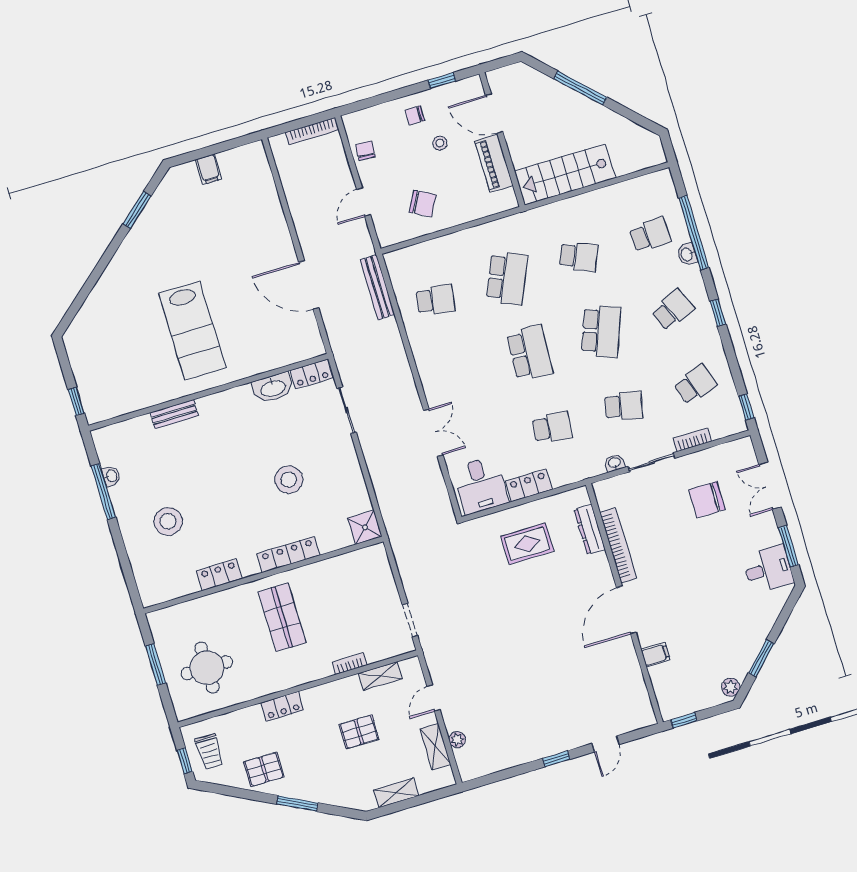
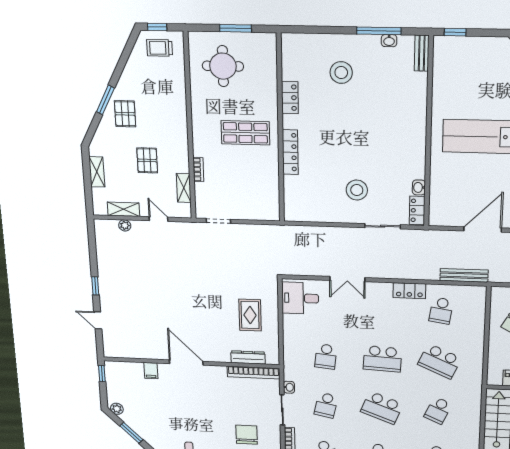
washbasin: (273, 388) -> (419, 187), width x0.52, depth x0.69
bench: (174, 414) -> (422, 53), moved
stool: (289, 480) -> (357, 190), moved
locker: (529, 485) -> (409, 291), moved, turned 90
shower: (365, 527) -> (294, 212), removed
bookcase: (618, 545) -> (253, 372), moved
locker: (282, 706) -> (180, 112), removed
pallet: (264, 769) -> (125, 114), moved

